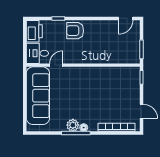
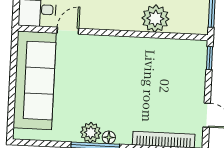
plant: (108, 55) -> (155, 18), added

